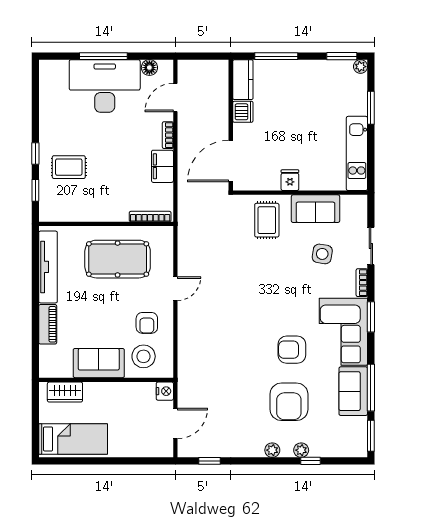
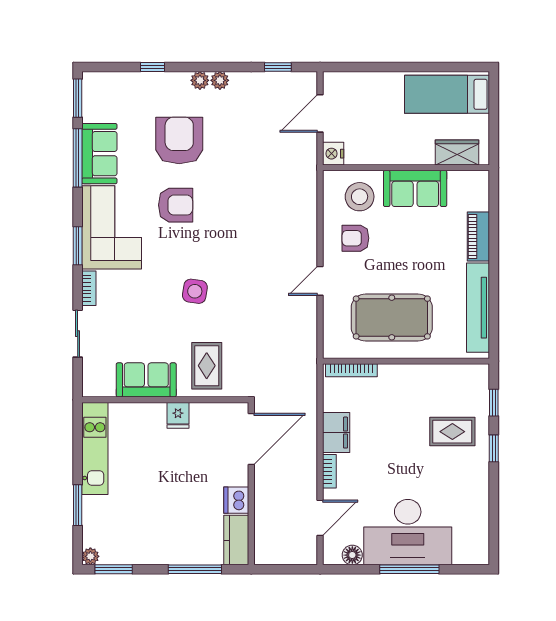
side table: (322, 254) -> (195, 291), moved
armchair: (147, 323) -> (355, 238), turned -90
plant: (301, 450) -> (220, 80), moved

